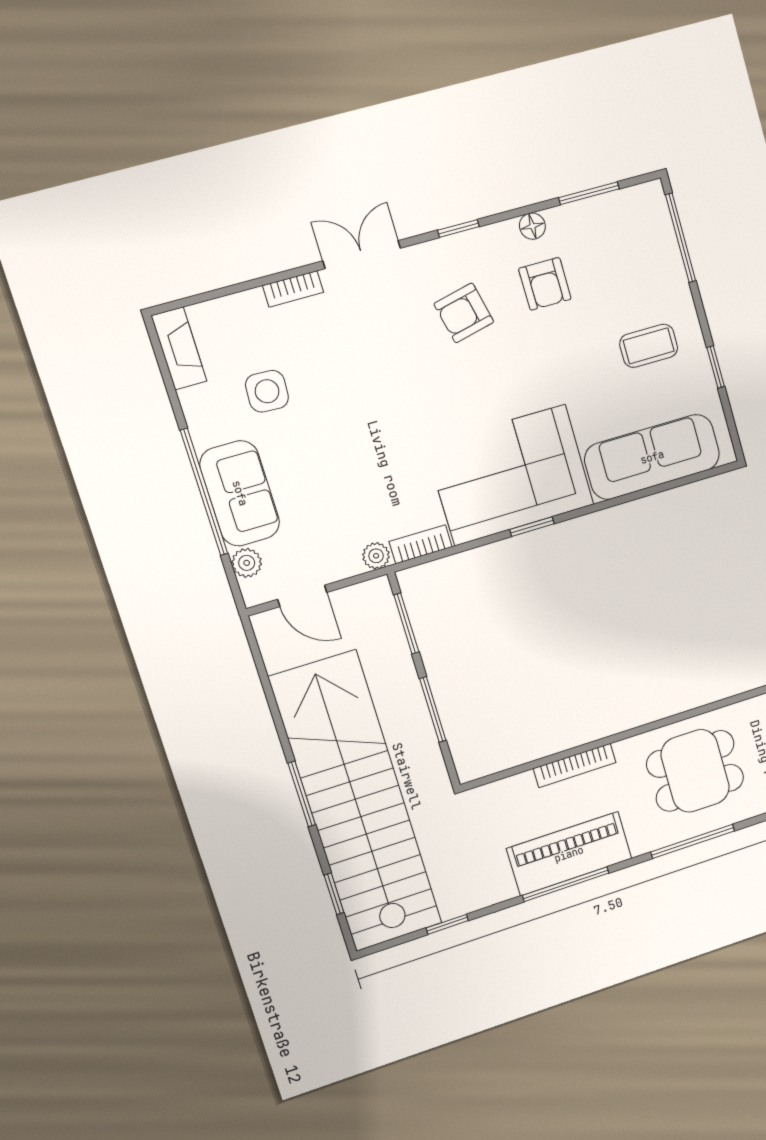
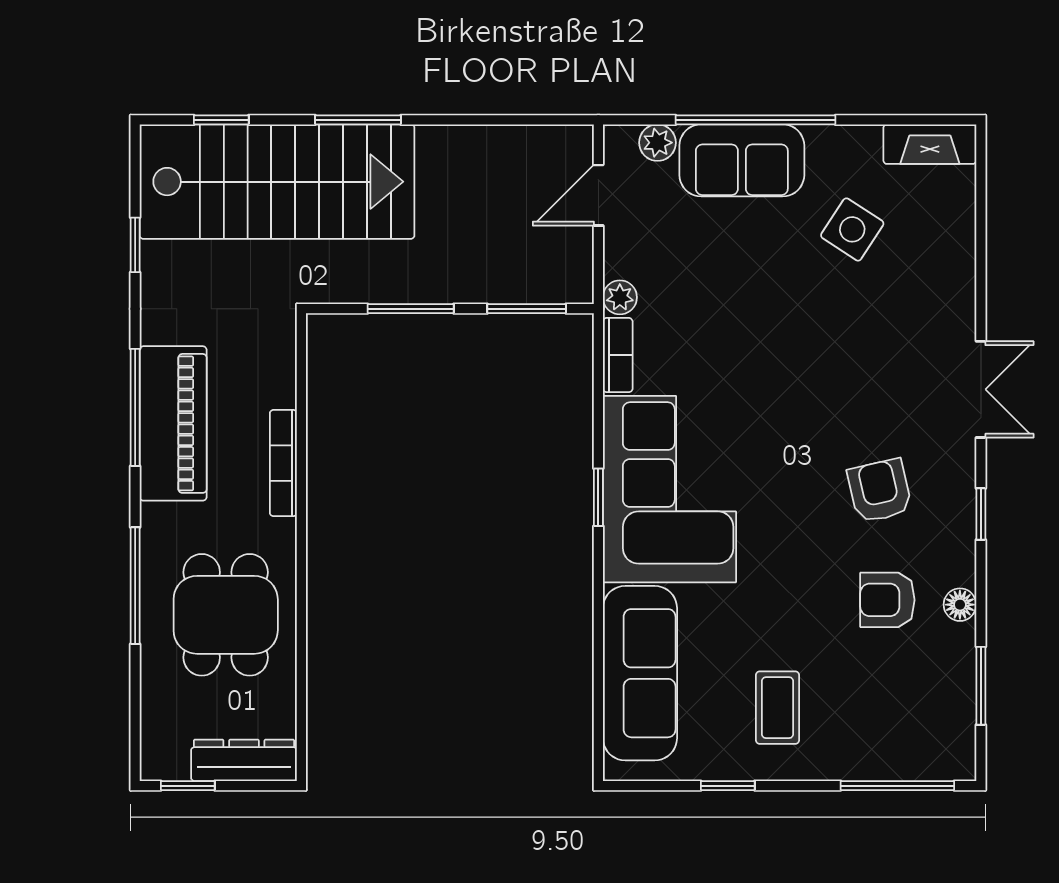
bookcase: (293, 289) -> (963, 297), removed
side table: (267, 391) -> (852, 229), turned 30
stairs: (356, 802) -> (277, 182), width x0.73

